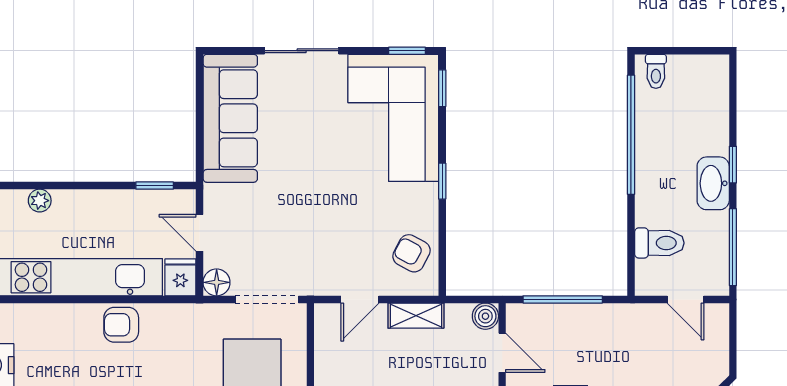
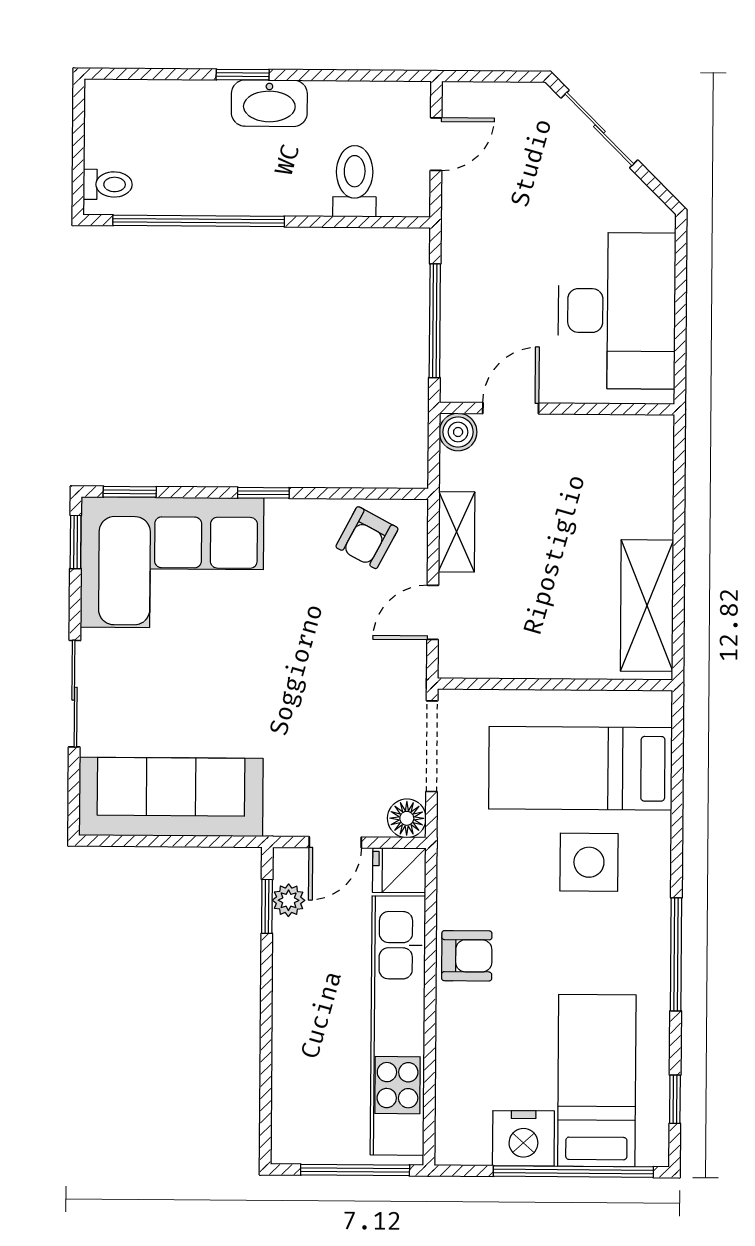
plant: (40, 201) -> (289, 900), moved
window: (733, 247) -> (361, 75), removed
door: (360, 299) -> (433, 612), swing flipped
armchair: (121, 325) -> (467, 956), turned -90

